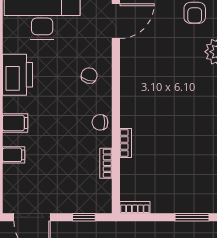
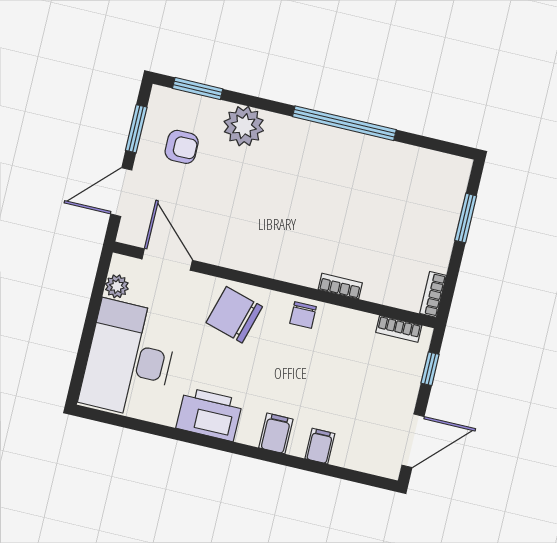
chair: (89, 76) -> (234, 315), width x1.87, depth x1.87
bookcase: (106, 163) -> (399, 329), moved

